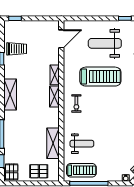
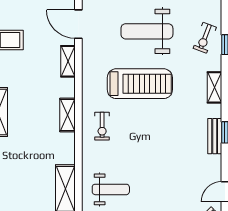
door: (61, 39) -> (78, 24), swing flipped
shelving: (55, 75) -> (68, 61), moved

